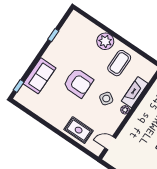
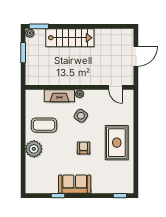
sofa: (40, 76) -> (75, 184), moved
armchair: (78, 83) -> (84, 148), width x0.53, depth x0.53
rug: (79, 130) -> (117, 143), moved, width x1.36, depth x1.43

